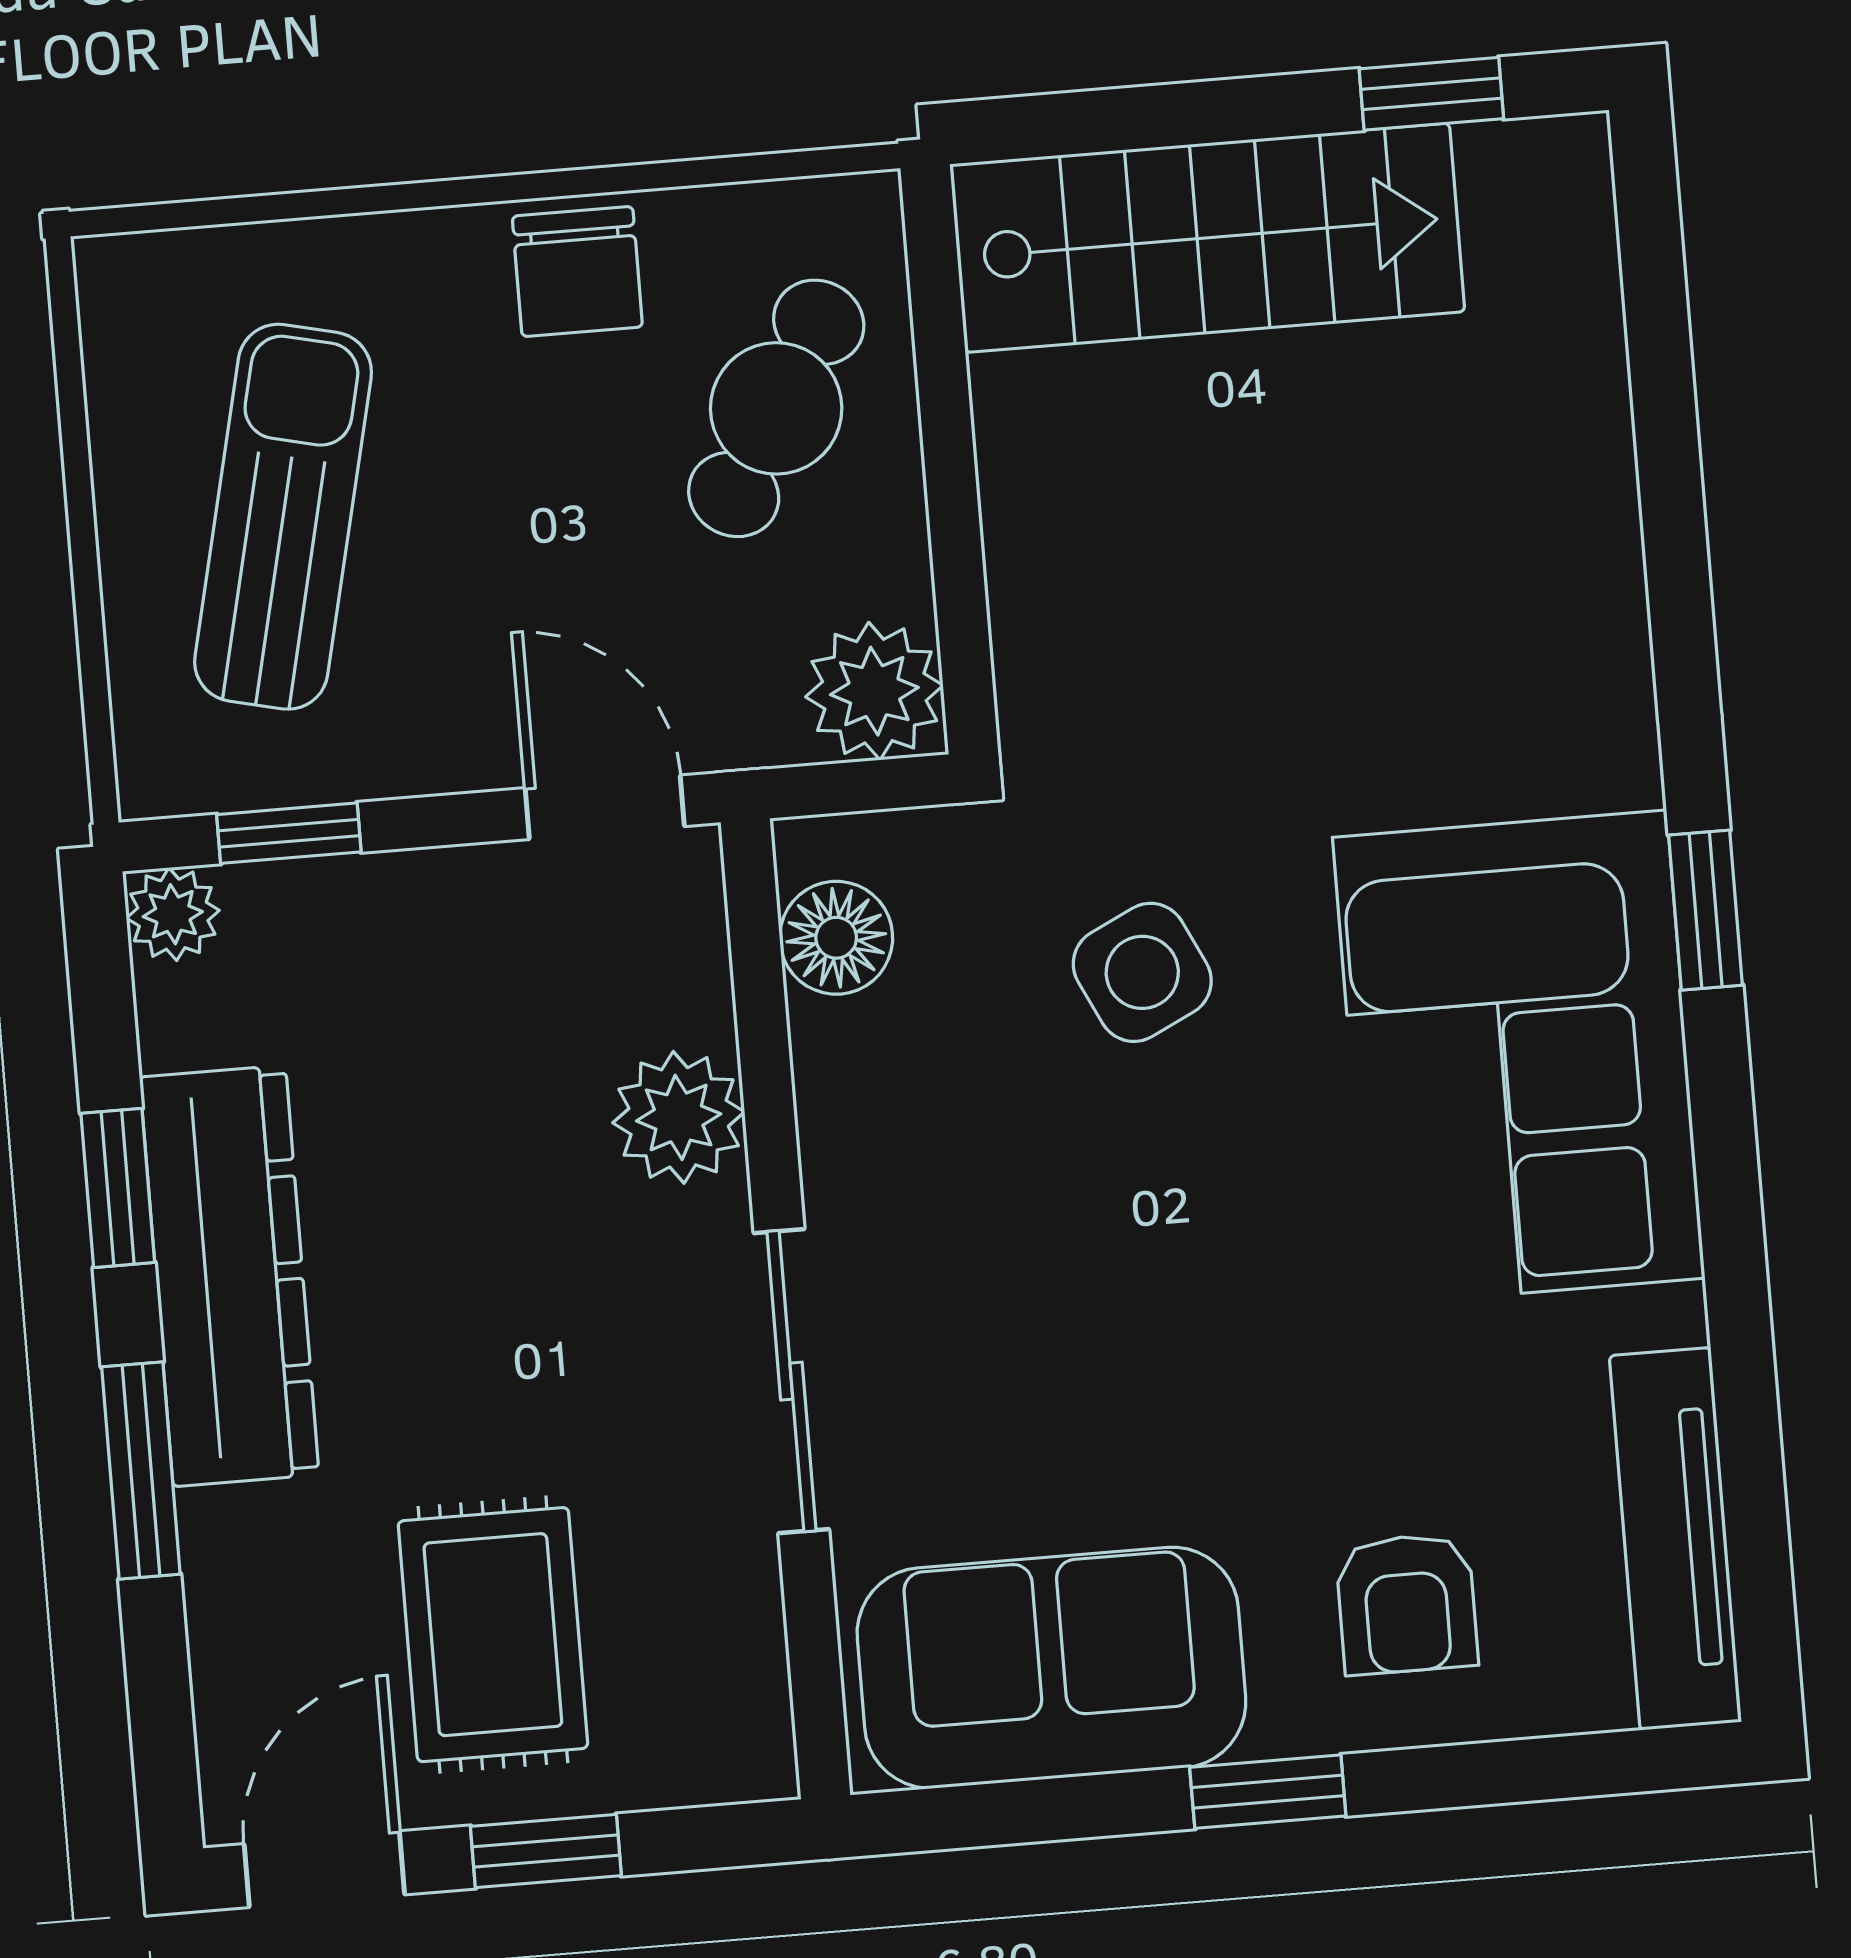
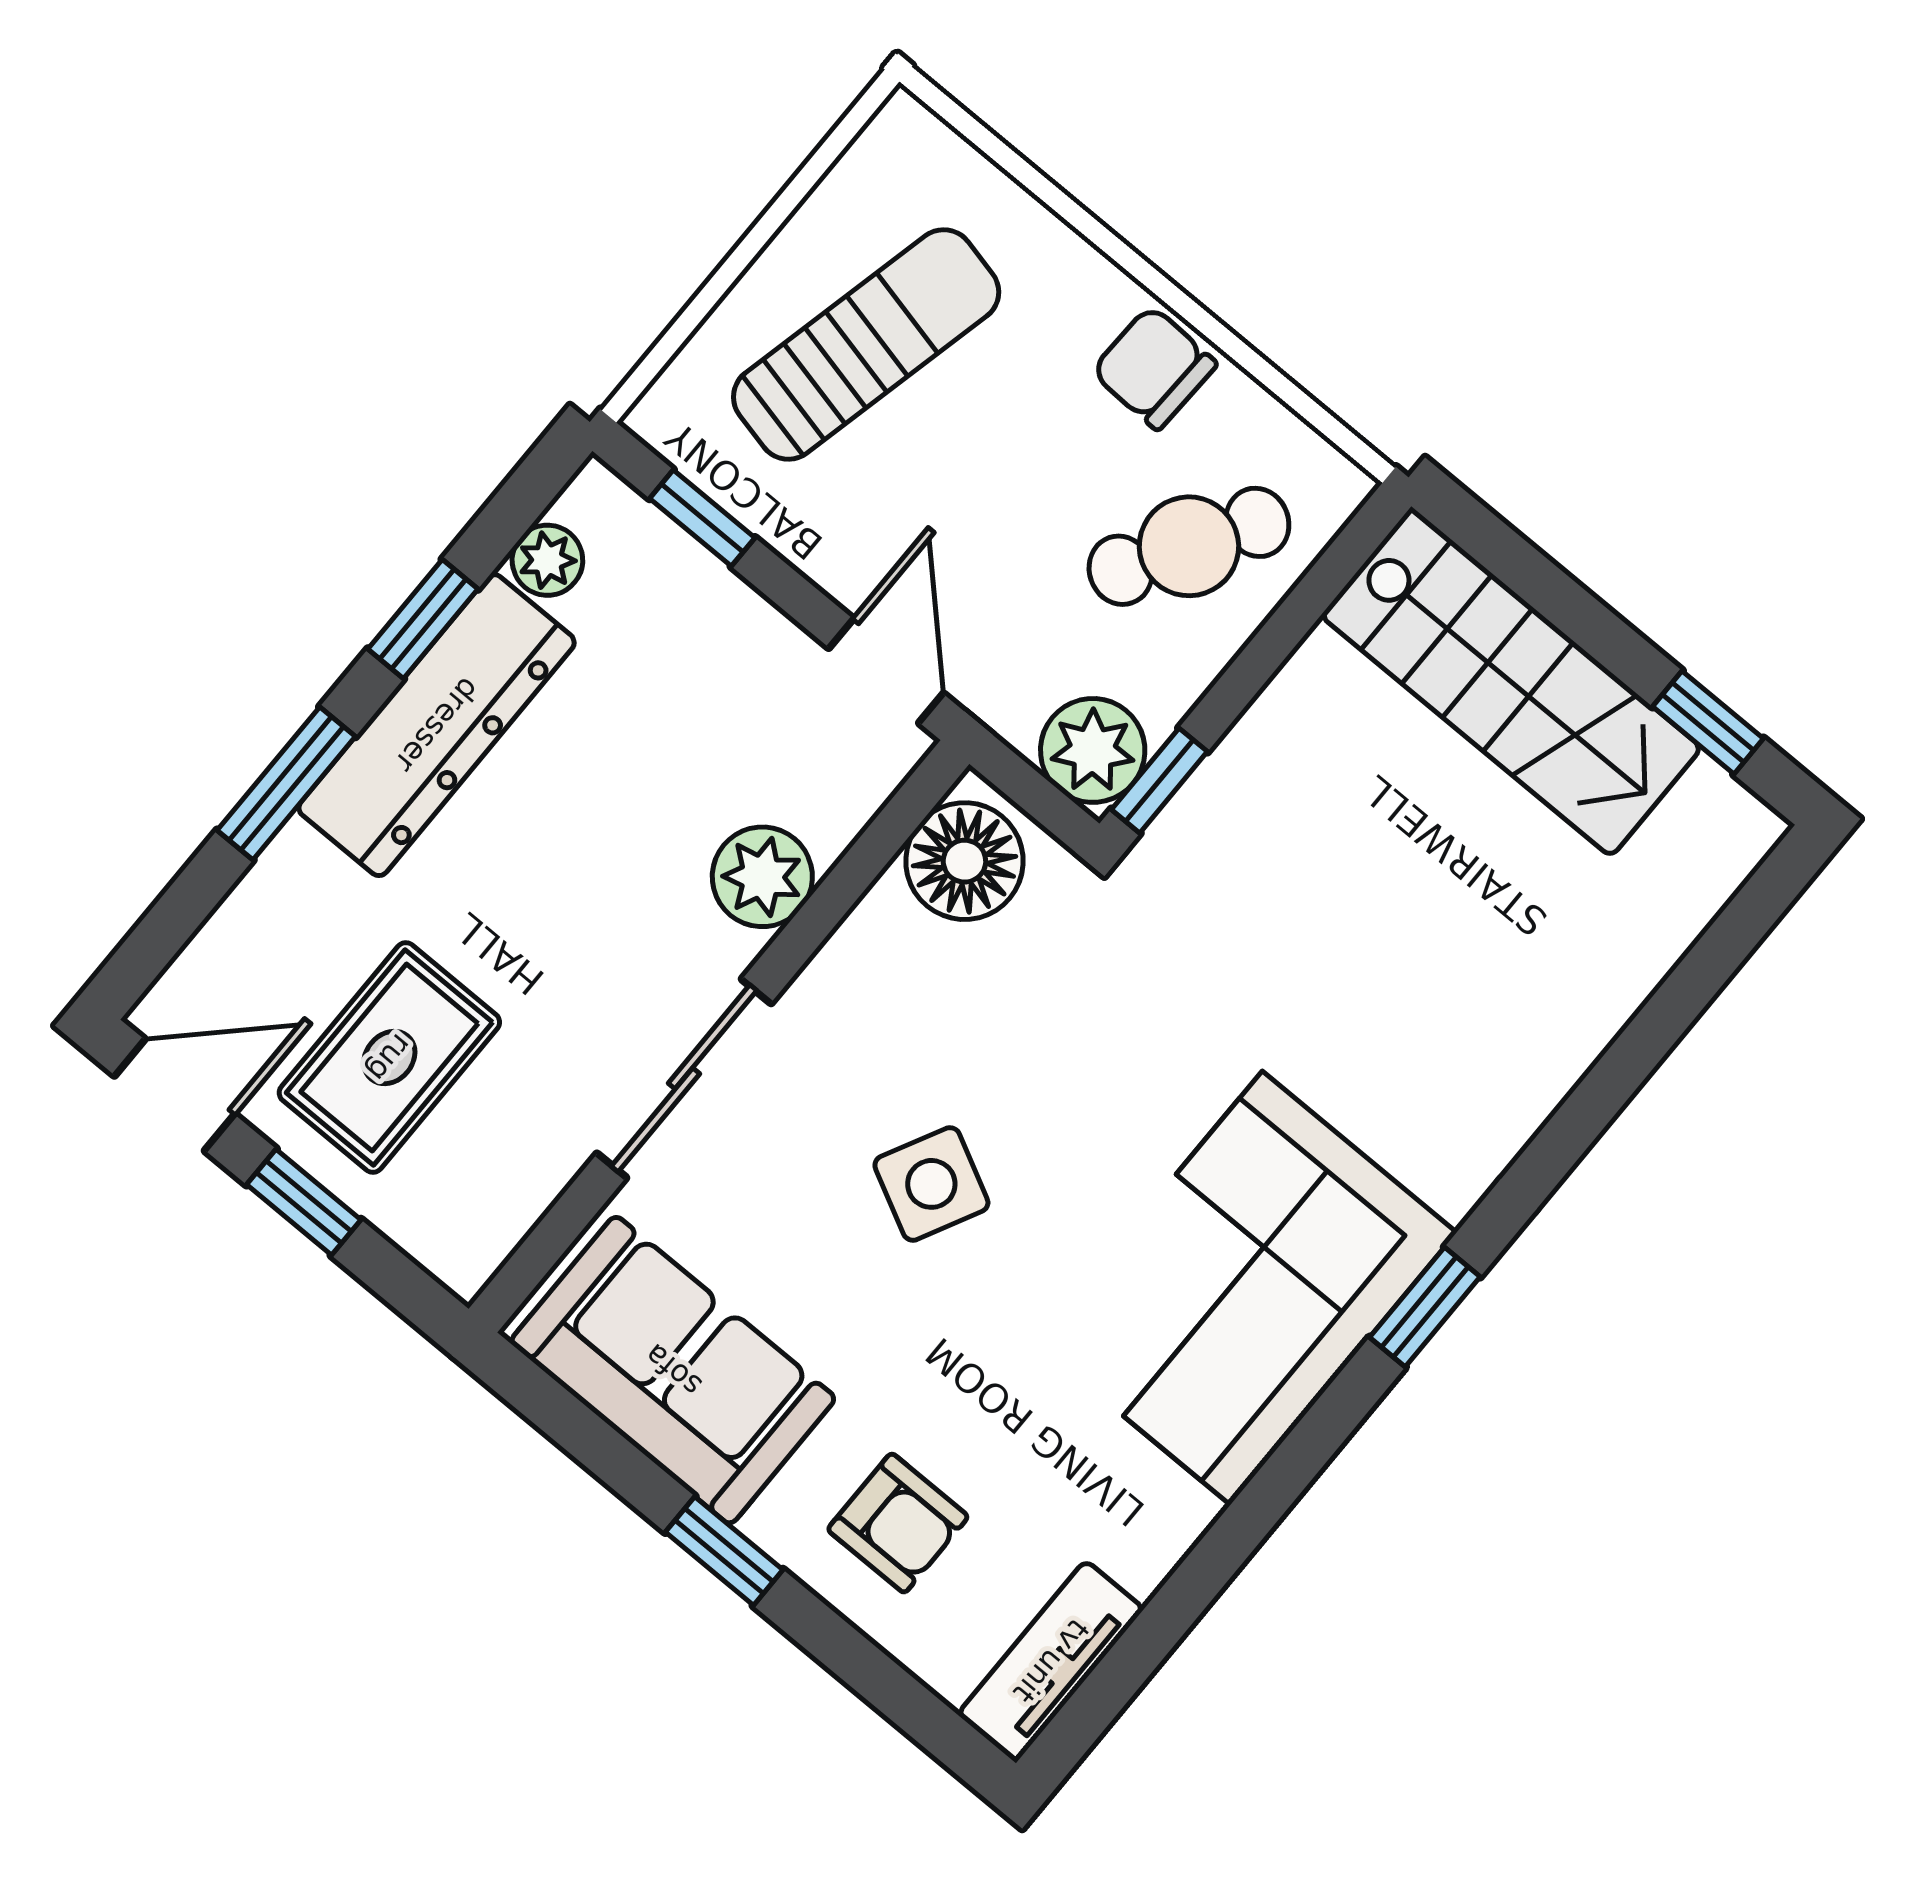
chair: (577, 272) -> (1154, 368), turned 92
window: (966, 658) -> (1159, 781), added
plant: (173, 914) -> (547, 560), moved
floor lamp: (836, 938) -> (964, 861), width x1.38, depth x1.38
side table: (1142, 972) -> (931, 1184), moved, turned -37
tv unit: (1675, 1539) -> (1051, 1661), width x0.71
armchair: (1407, 1604) -> (898, 1523), turned -90

